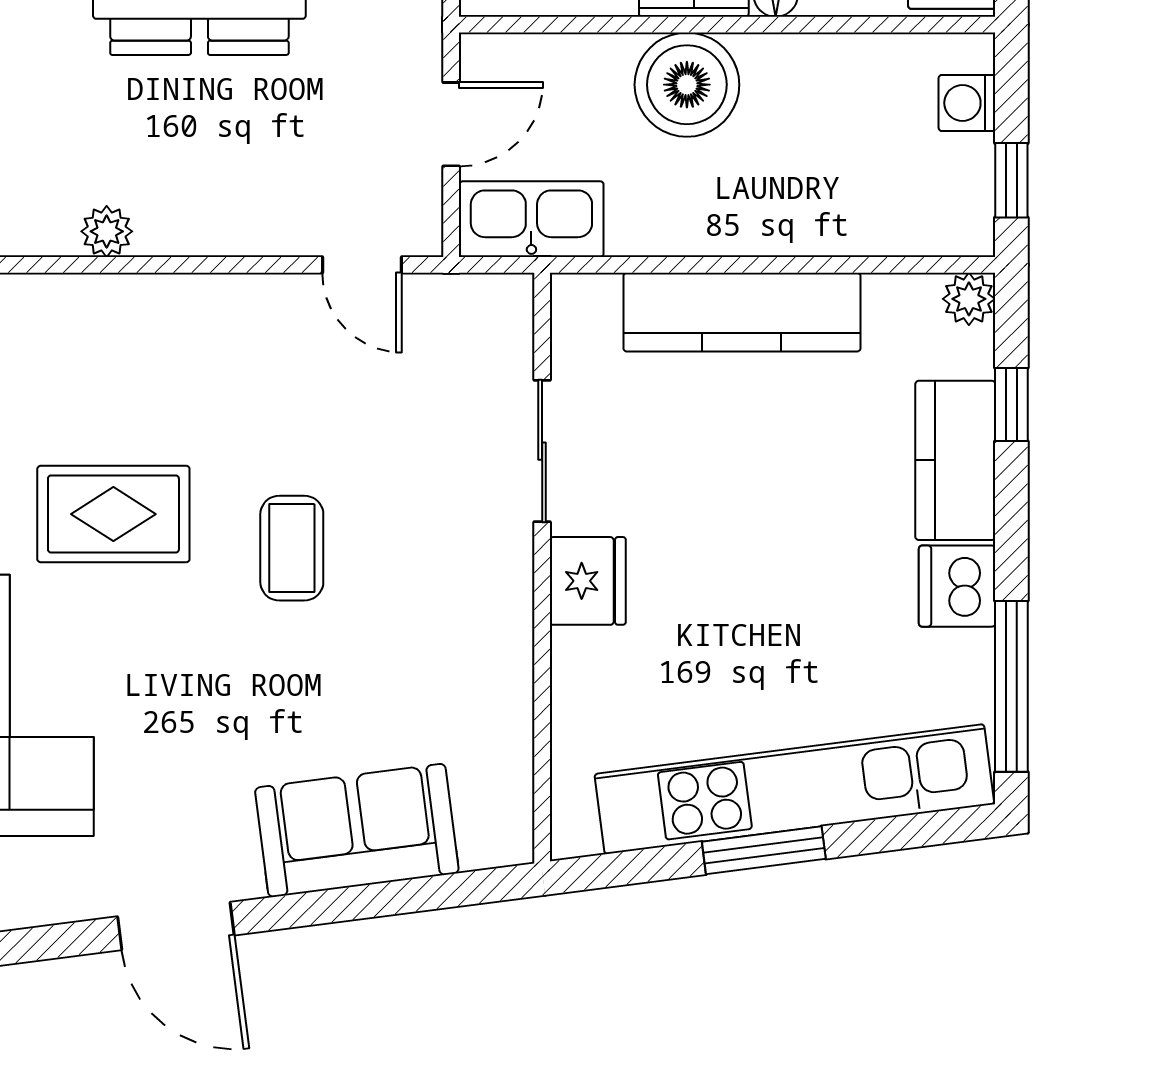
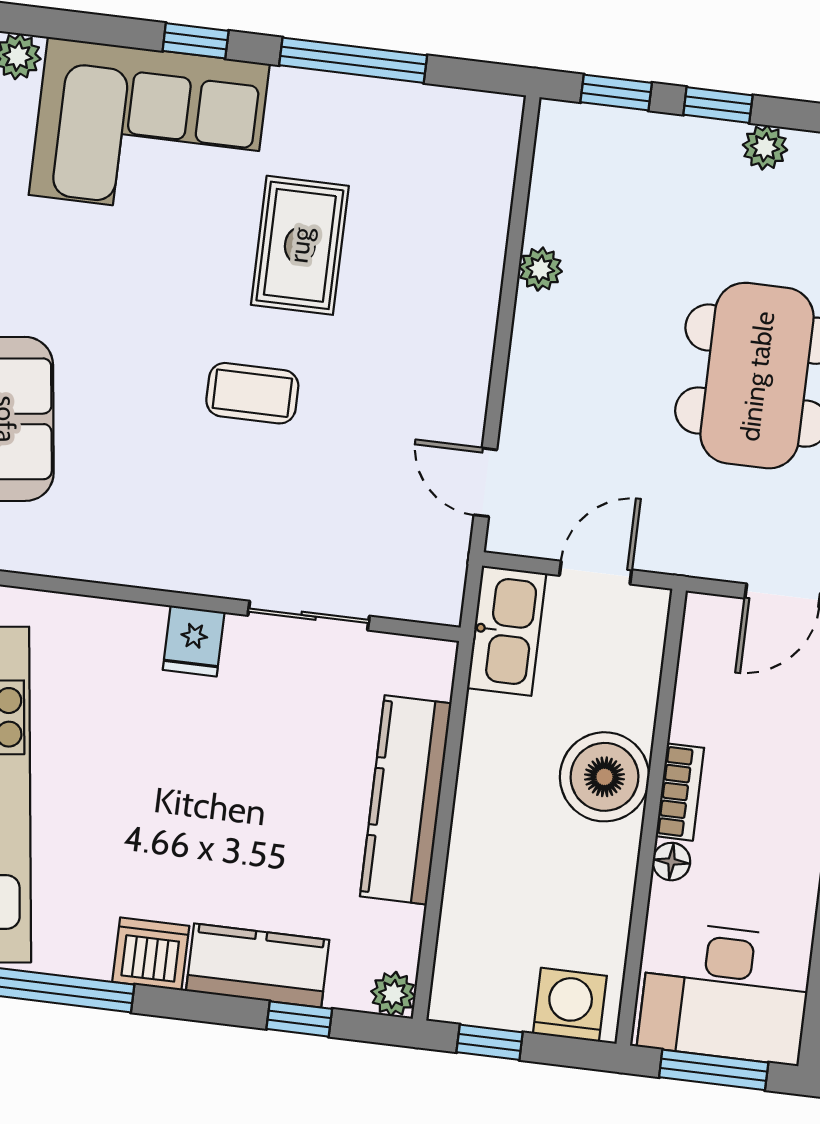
washing machine: (967, 103) -> (570, 1005), width x1.38, depth x1.38
door: (451, 124) -> (596, 573), swing flipped
door: (362, 265) -> (485, 482), hinge flipped
fridge: (588, 581) -> (194, 641), width x0.72

